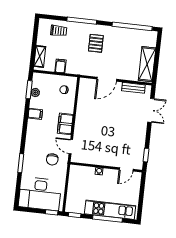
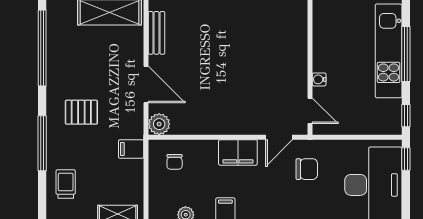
filing cabinet: (60, 66) -> (131, 149), moved
plant: (85, 84) -> (159, 124), added
door: (126, 169) -> (310, 111), moved

